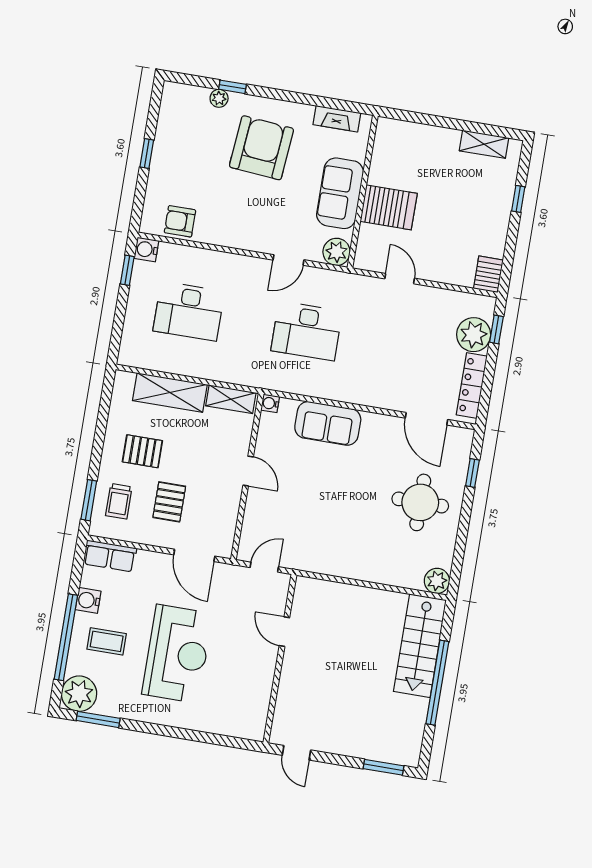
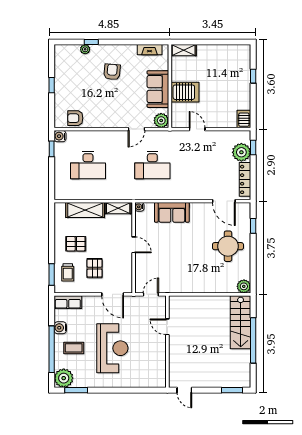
shelving: (484, 144) -> (184, 50), moved
armchair: (261, 148) -> (112, 72), width x0.53, depth x0.53

